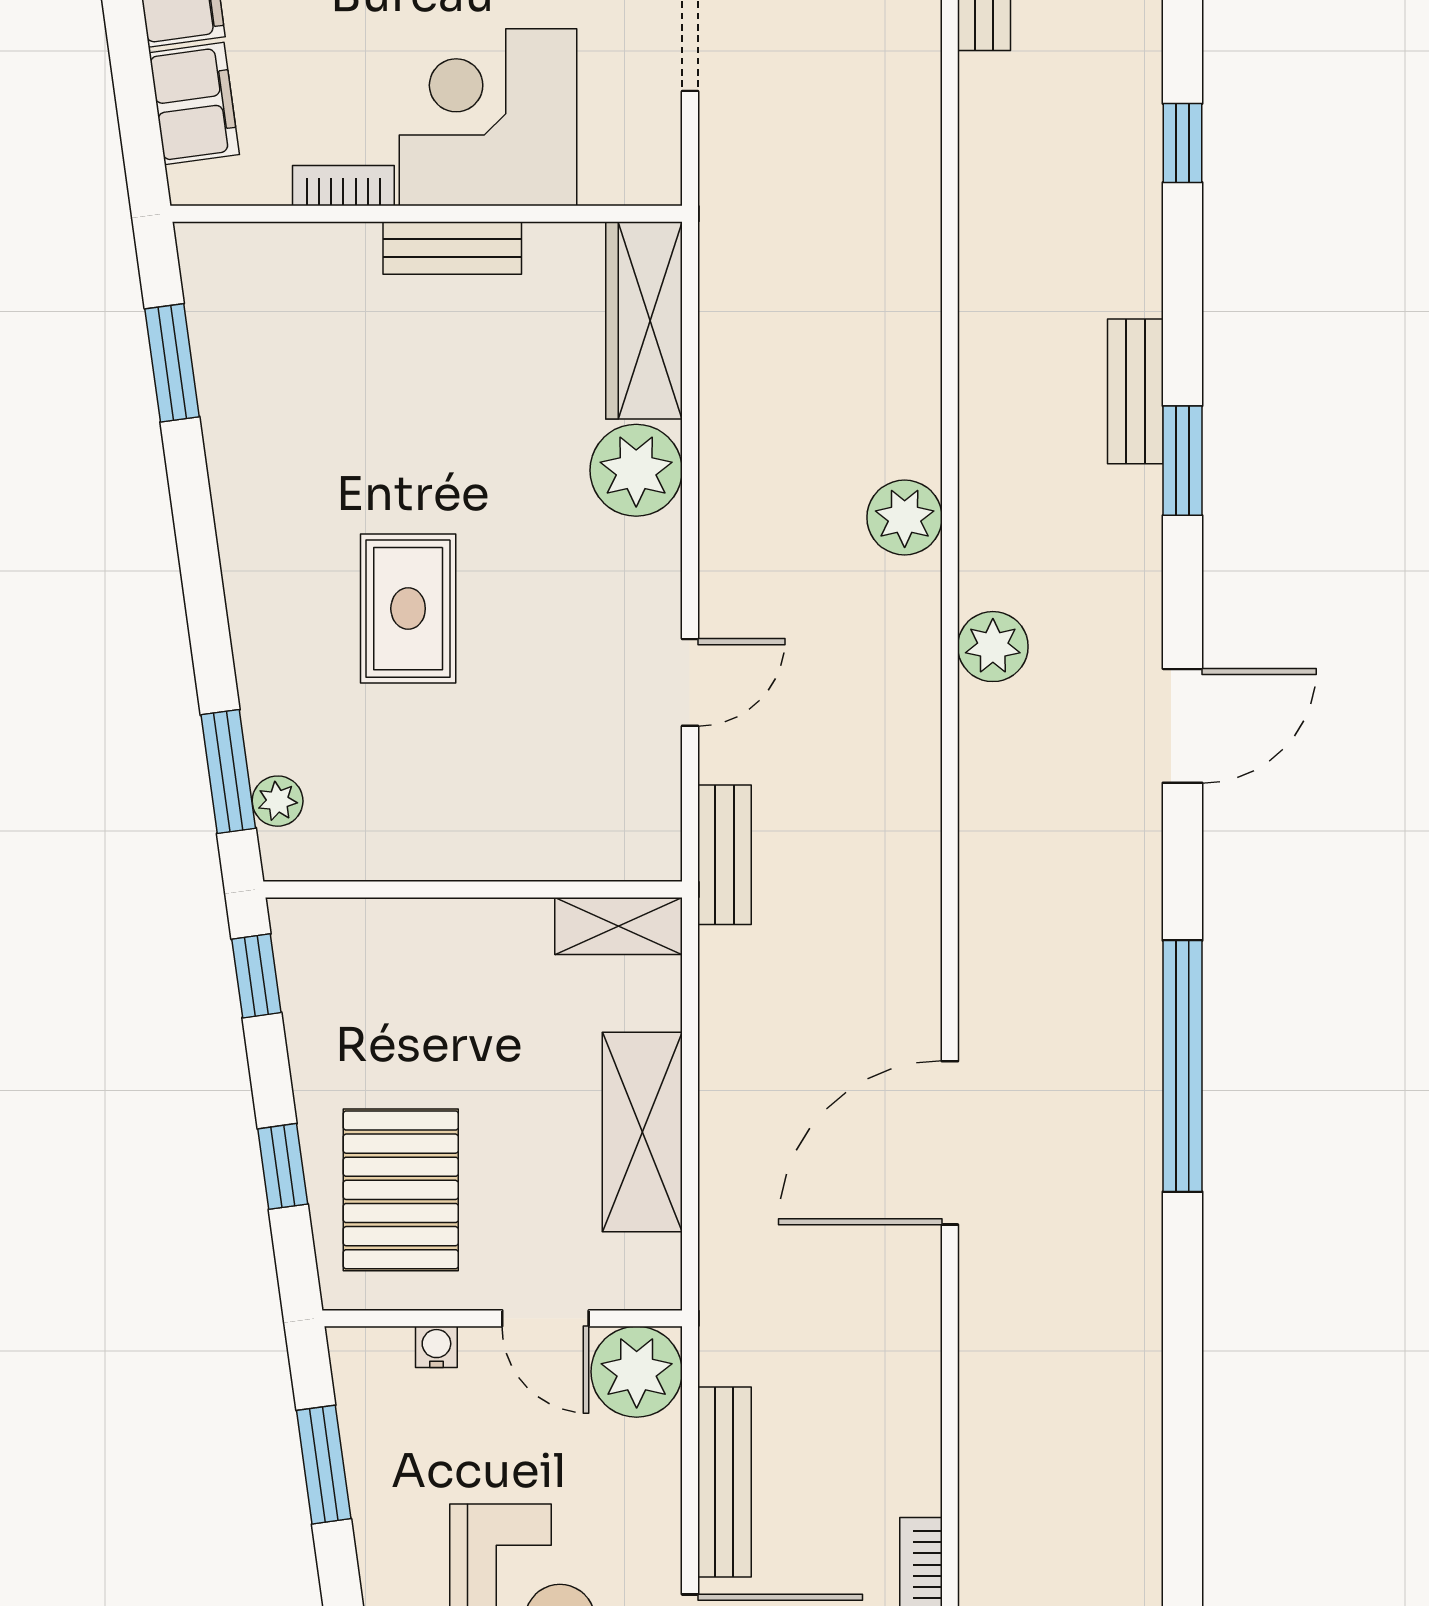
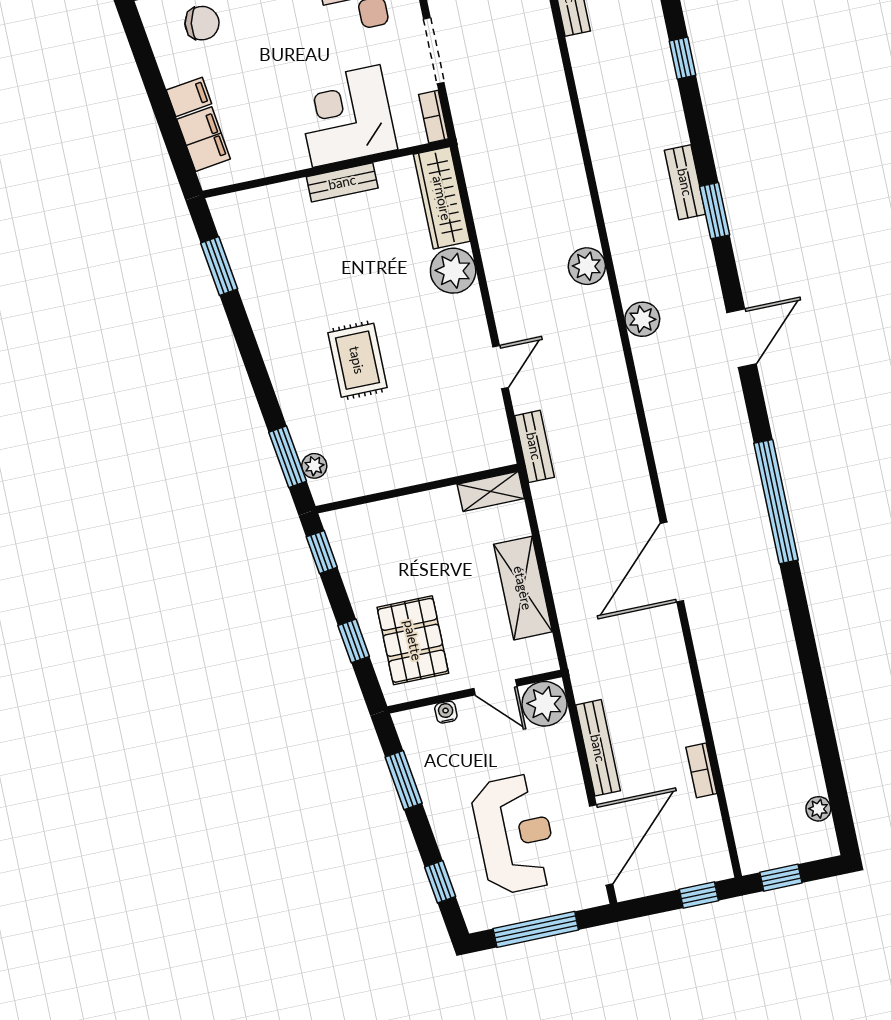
bookcase: (343, 186) -> (434, 117), moved, turned -90

